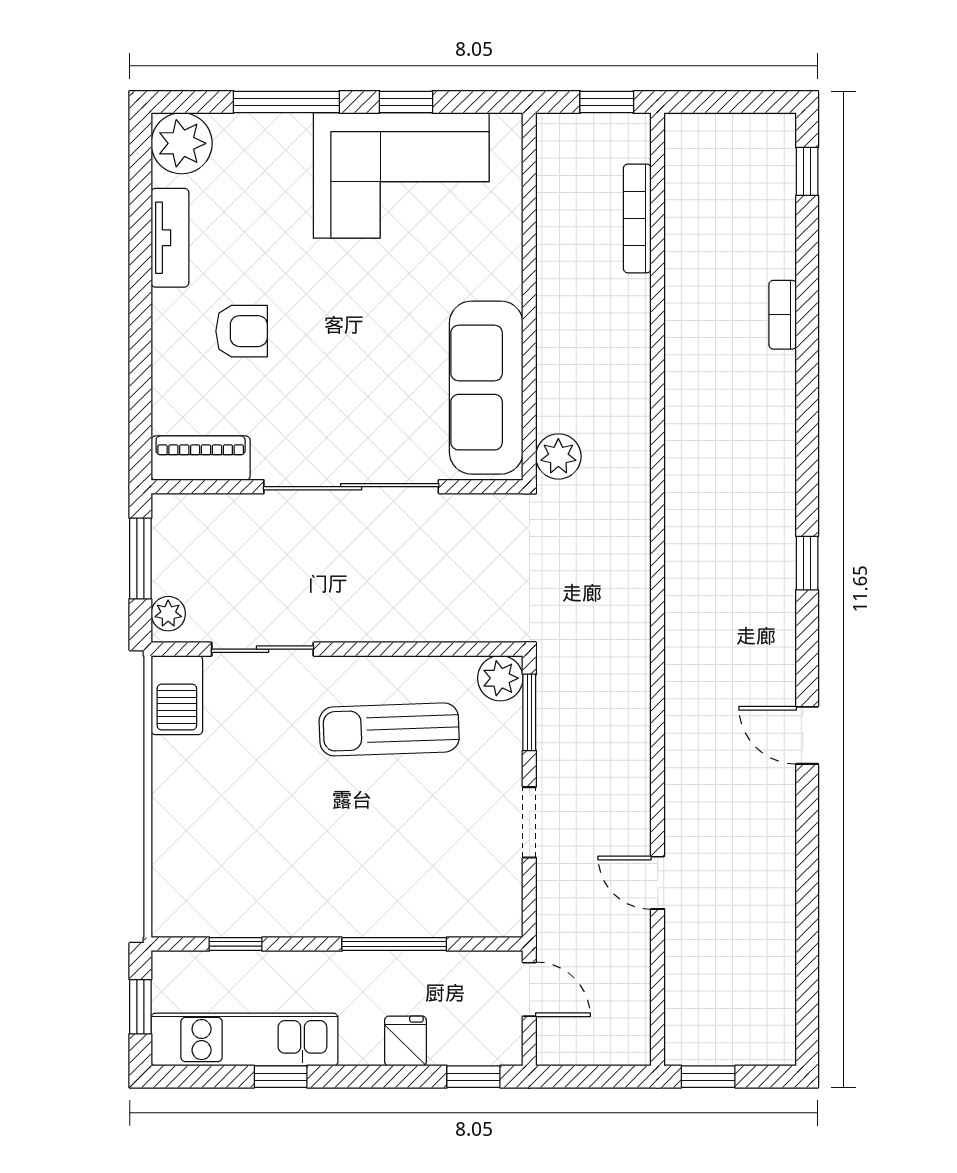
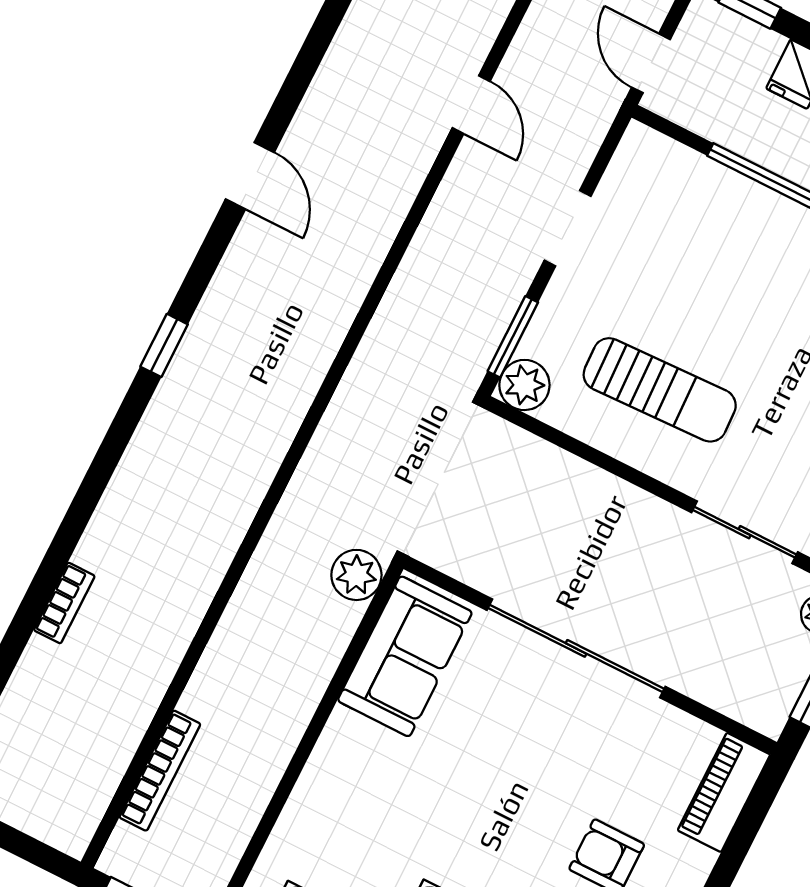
sofa: (486, 388) -> (405, 656), width x0.73
piano: (201, 458) -> (724, 792), moved, turned 90

